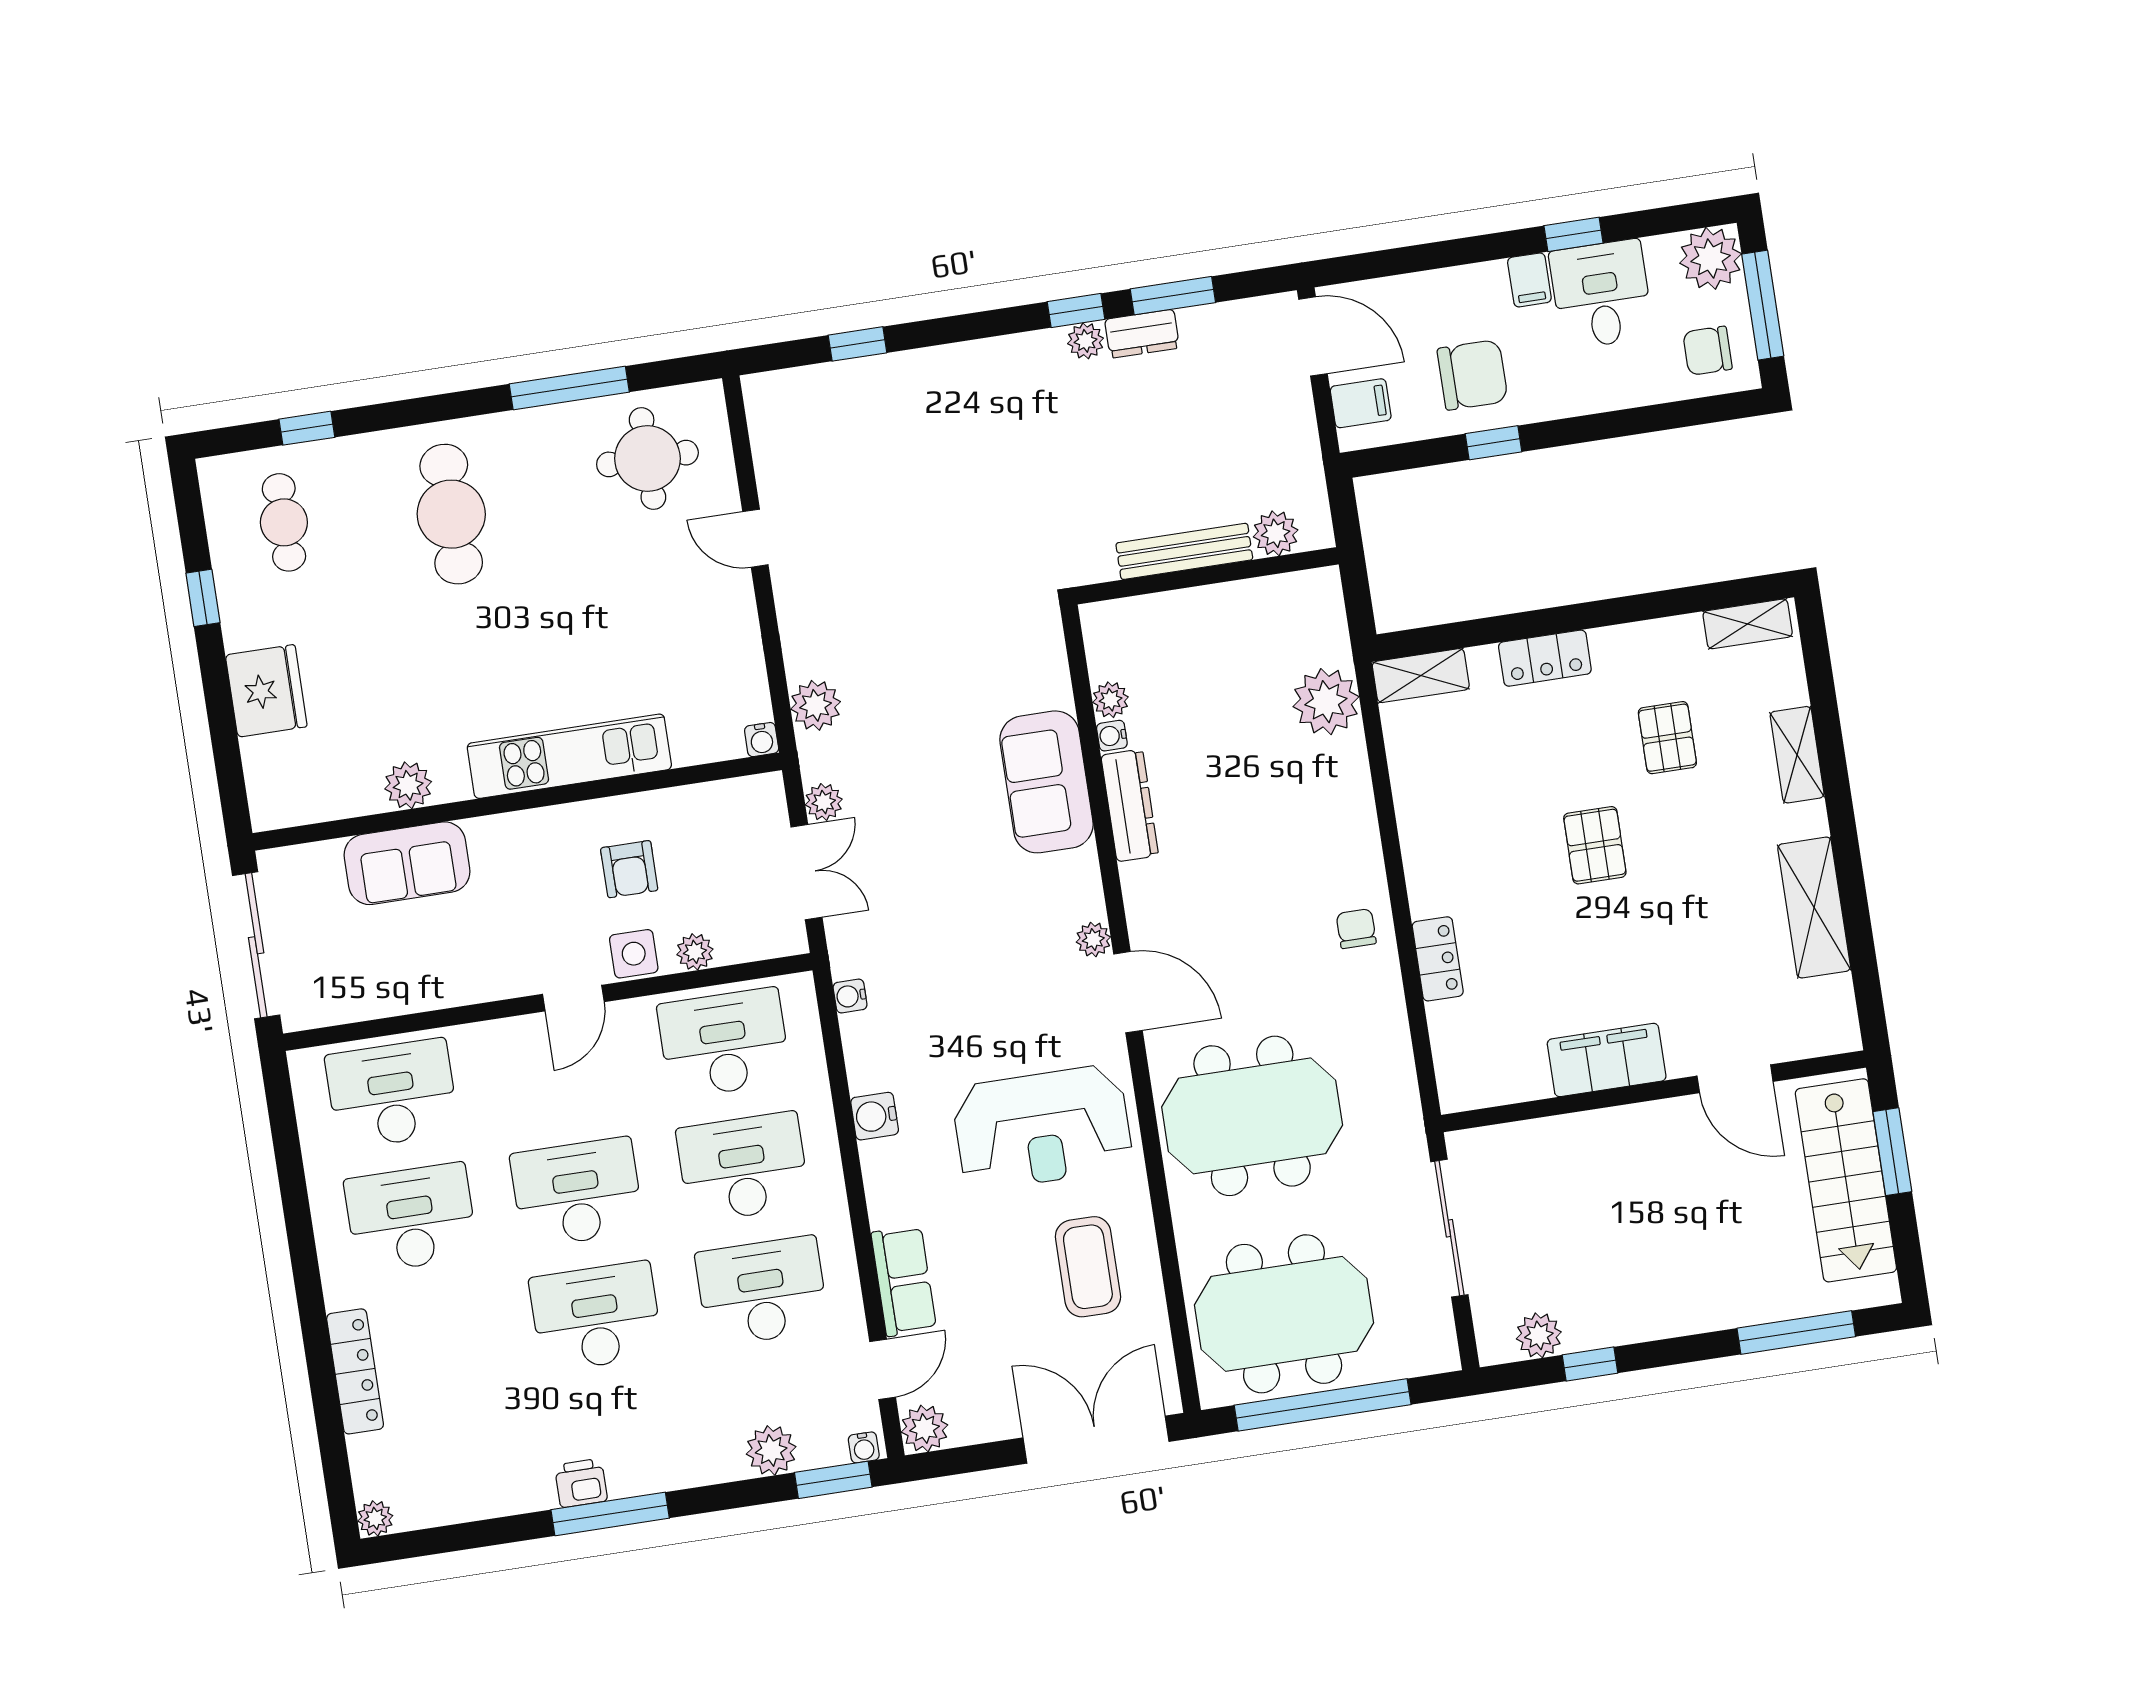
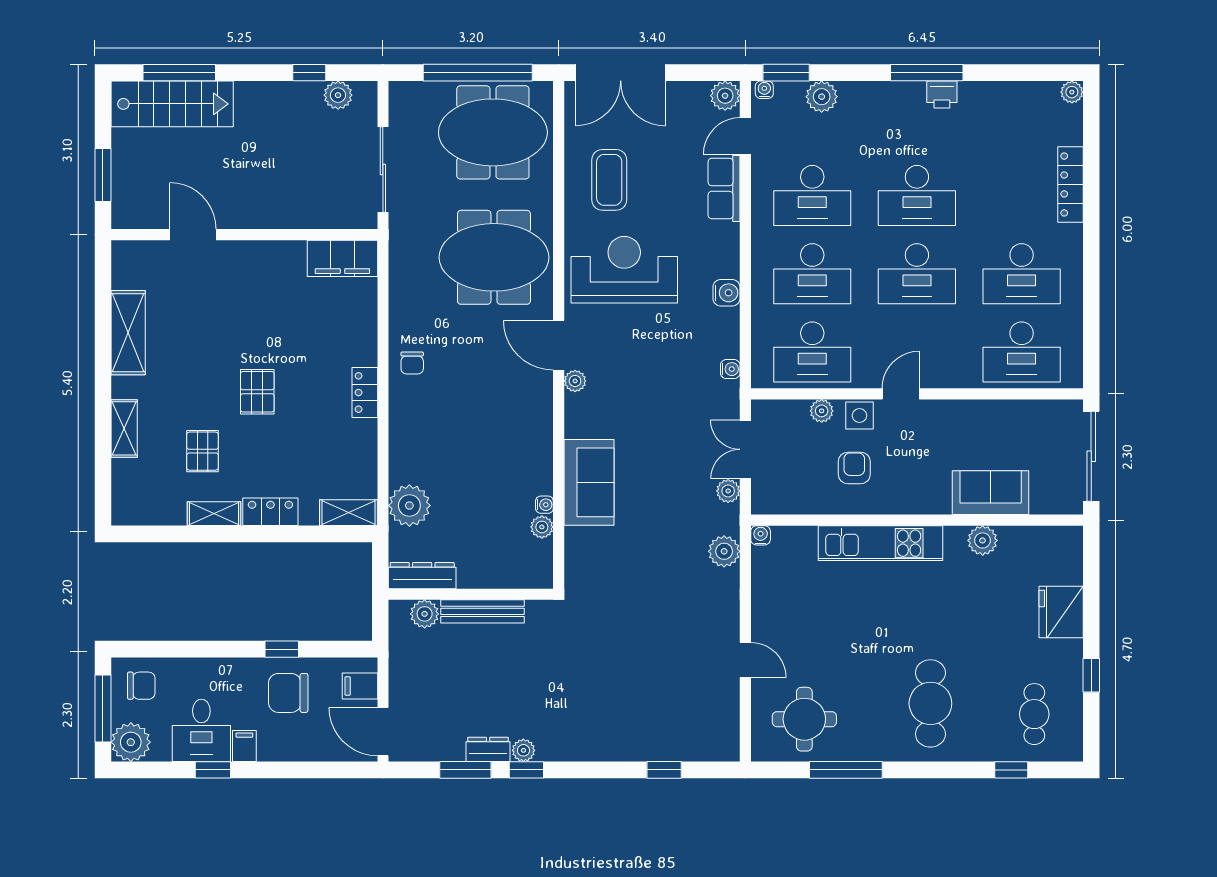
shelving: (1748, 624) -> (214, 514), moved
dresser: (1130, 805) -> (422, 576), moved, turned 90
locker: (1438, 959) -> (365, 393), moved
filing cabinet: (1607, 1060) -> (342, 258), moved
stairs: (1846, 1180) -> (172, 104), moved, turned 90

